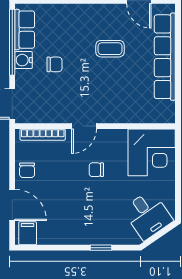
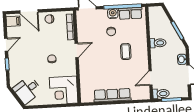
coffee table: (110, 49) -> (126, 52), moved
row of seats: (165, 57) -> (112, 95), width x0.73
door: (84, 126) -> (77, 50), swing flipped
door: (12, 205) -> (29, 12), hinge flipped
door: (67, 248) -> (6, 45), added

